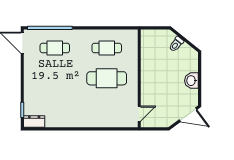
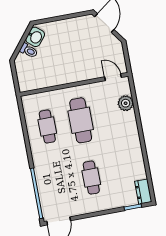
cafe table: (55, 48) -> (91, 178), moved
washbasin: (191, 81) -> (35, 37), moved, turned -51
plant: (114, 120) -> (126, 103), added

